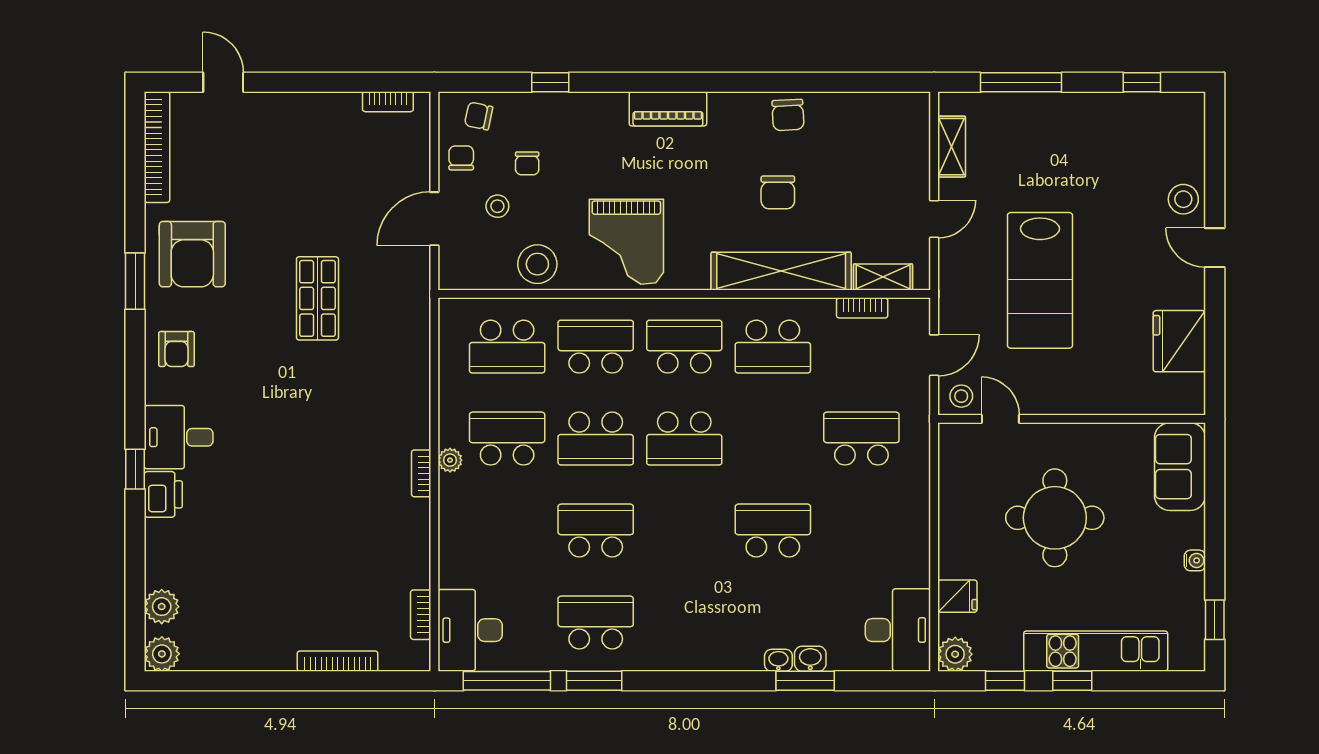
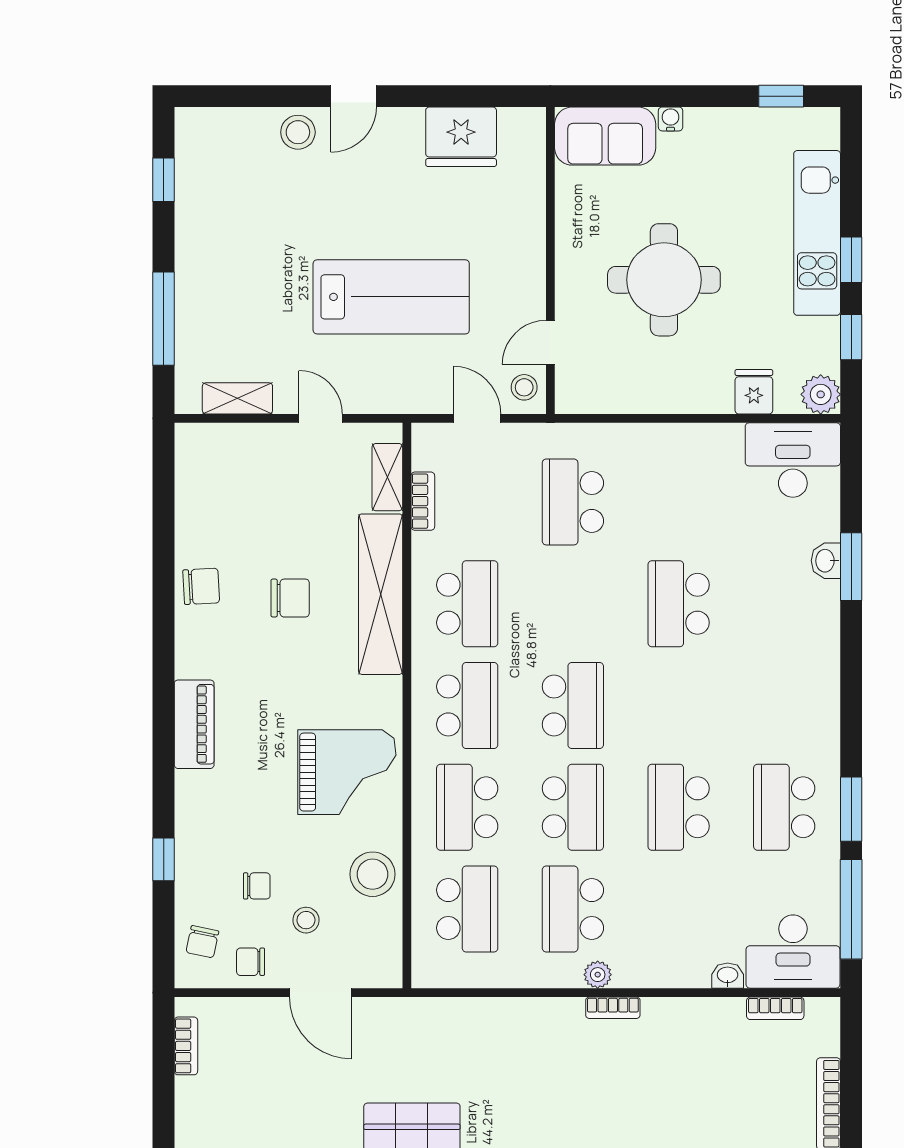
school desk: (684, 347) -> (467, 705), turned 180
water cooler: (1195, 560) -> (671, 119), moved
washbasin: (778, 660) -> (728, 976), moved, turned 90

